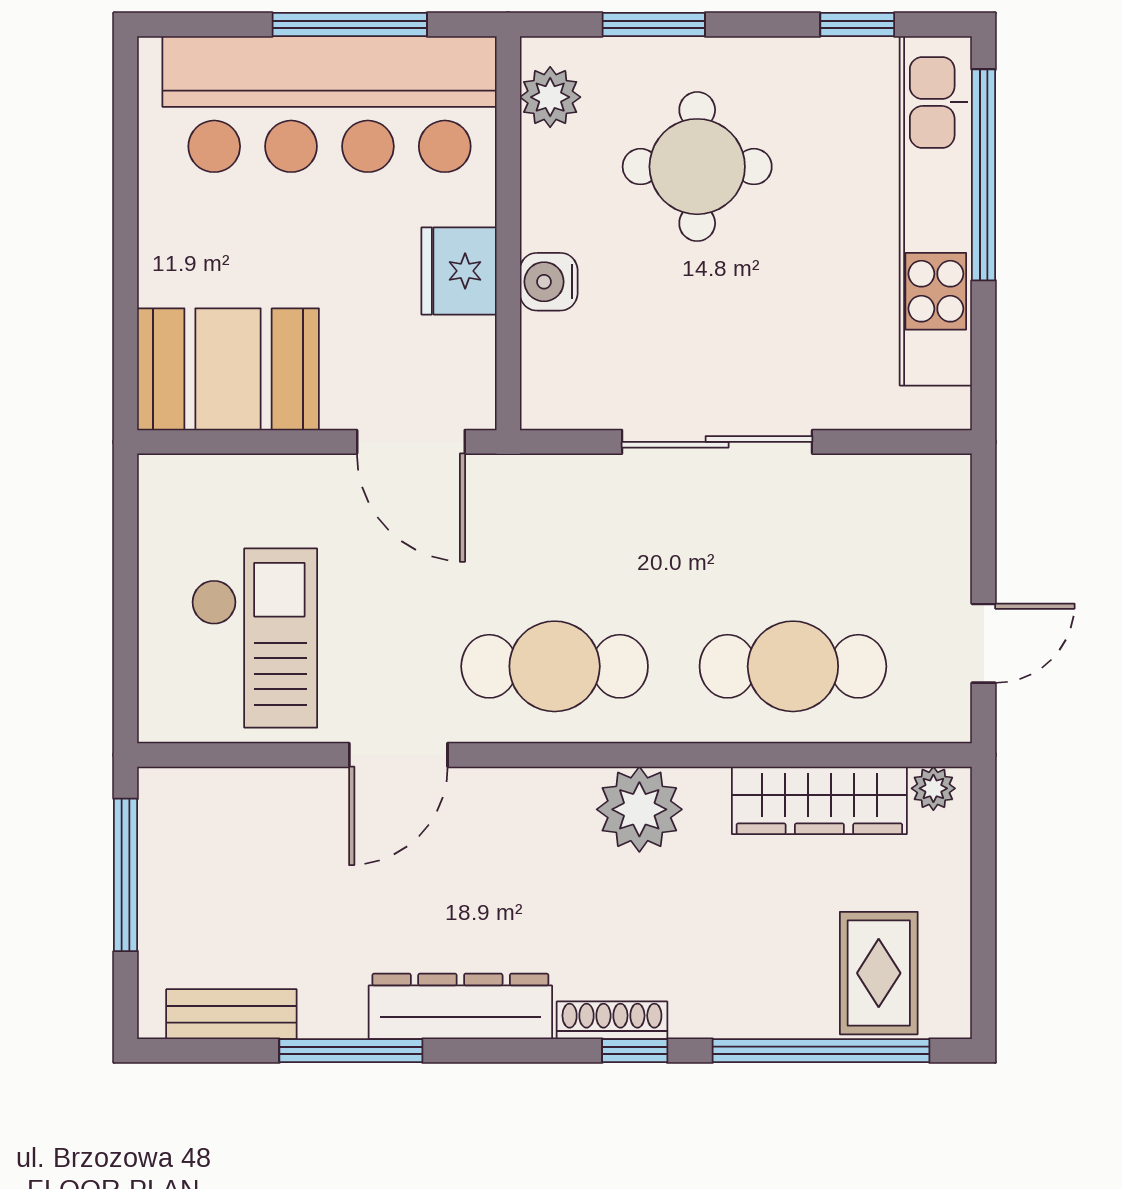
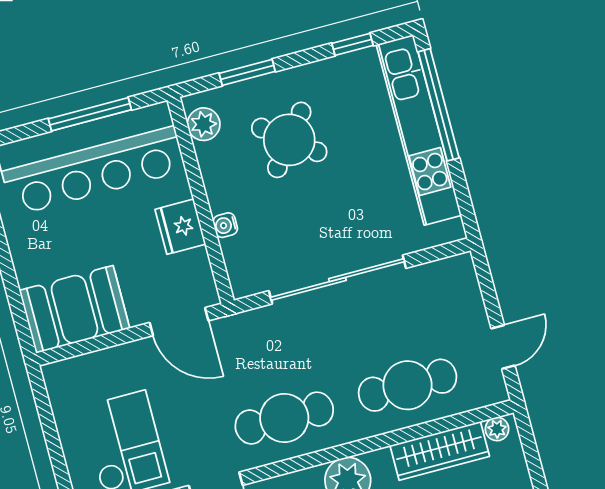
round table: (697, 167) -> (289, 140), turned 38
water cooler: (549, 282) -> (225, 225), width x0.72, depth x0.72
sliding door: (717, 442) -> (337, 280), width x1.36

